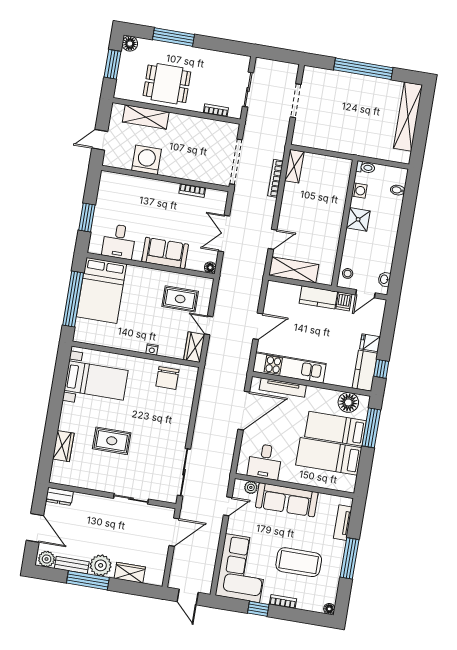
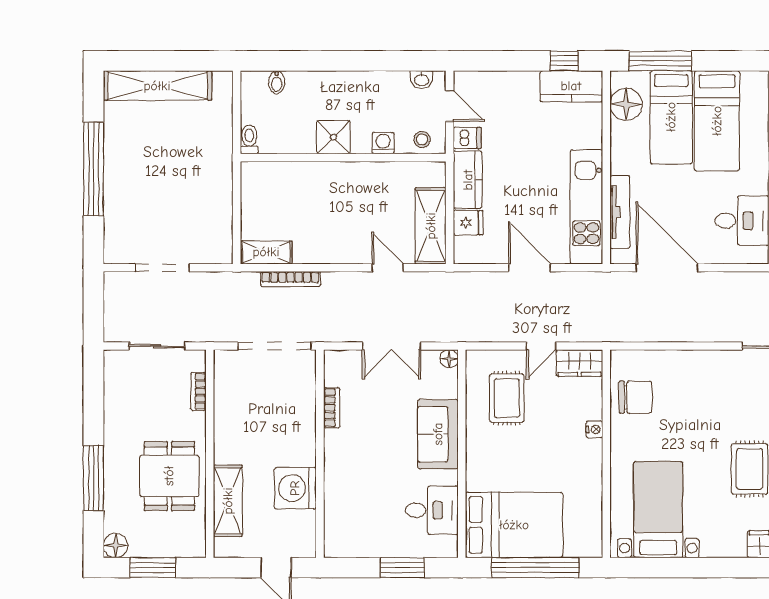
washing machine: (359, 191) -> (383, 143), moved
fridge: (370, 343) -> (468, 223), moved, turned -90

